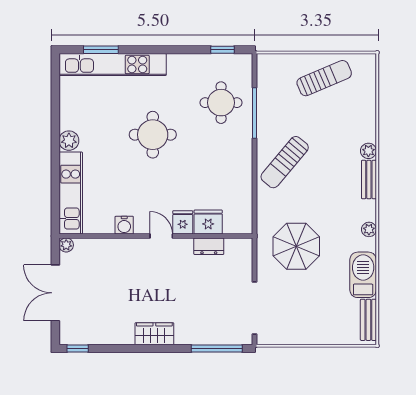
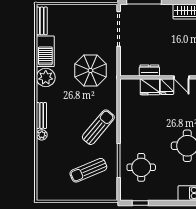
sun lounger: (324, 78) -> (88, 170), moved
plant: (369, 229) -> (46, 77), width x1.88, depth x1.88

